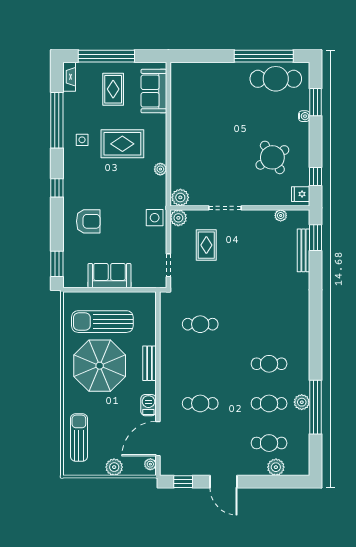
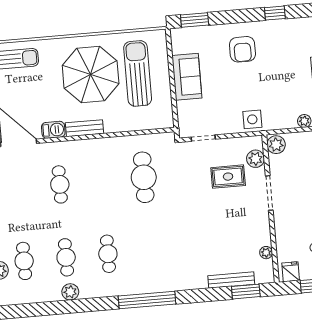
plant: (178, 218) -> (256, 159), moved
cafe table: (200, 324) -> (144, 177), width x1.37, depth x1.35
bench: (149, 363) -> (84, 128), moved
window: (316, 407) -> (147, 300), moved

